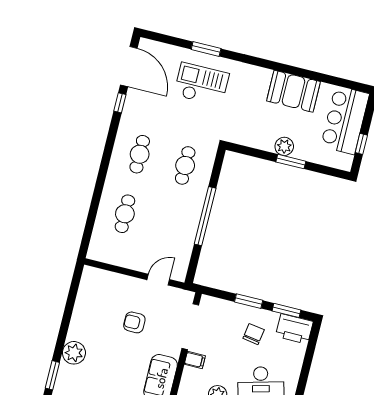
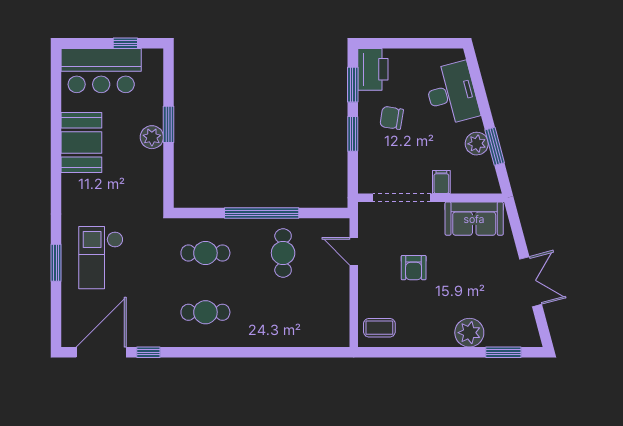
cafe table: (125, 214) -> (283, 253), moved, turned 90
coffee table: (95, 285) -> (379, 328), added

